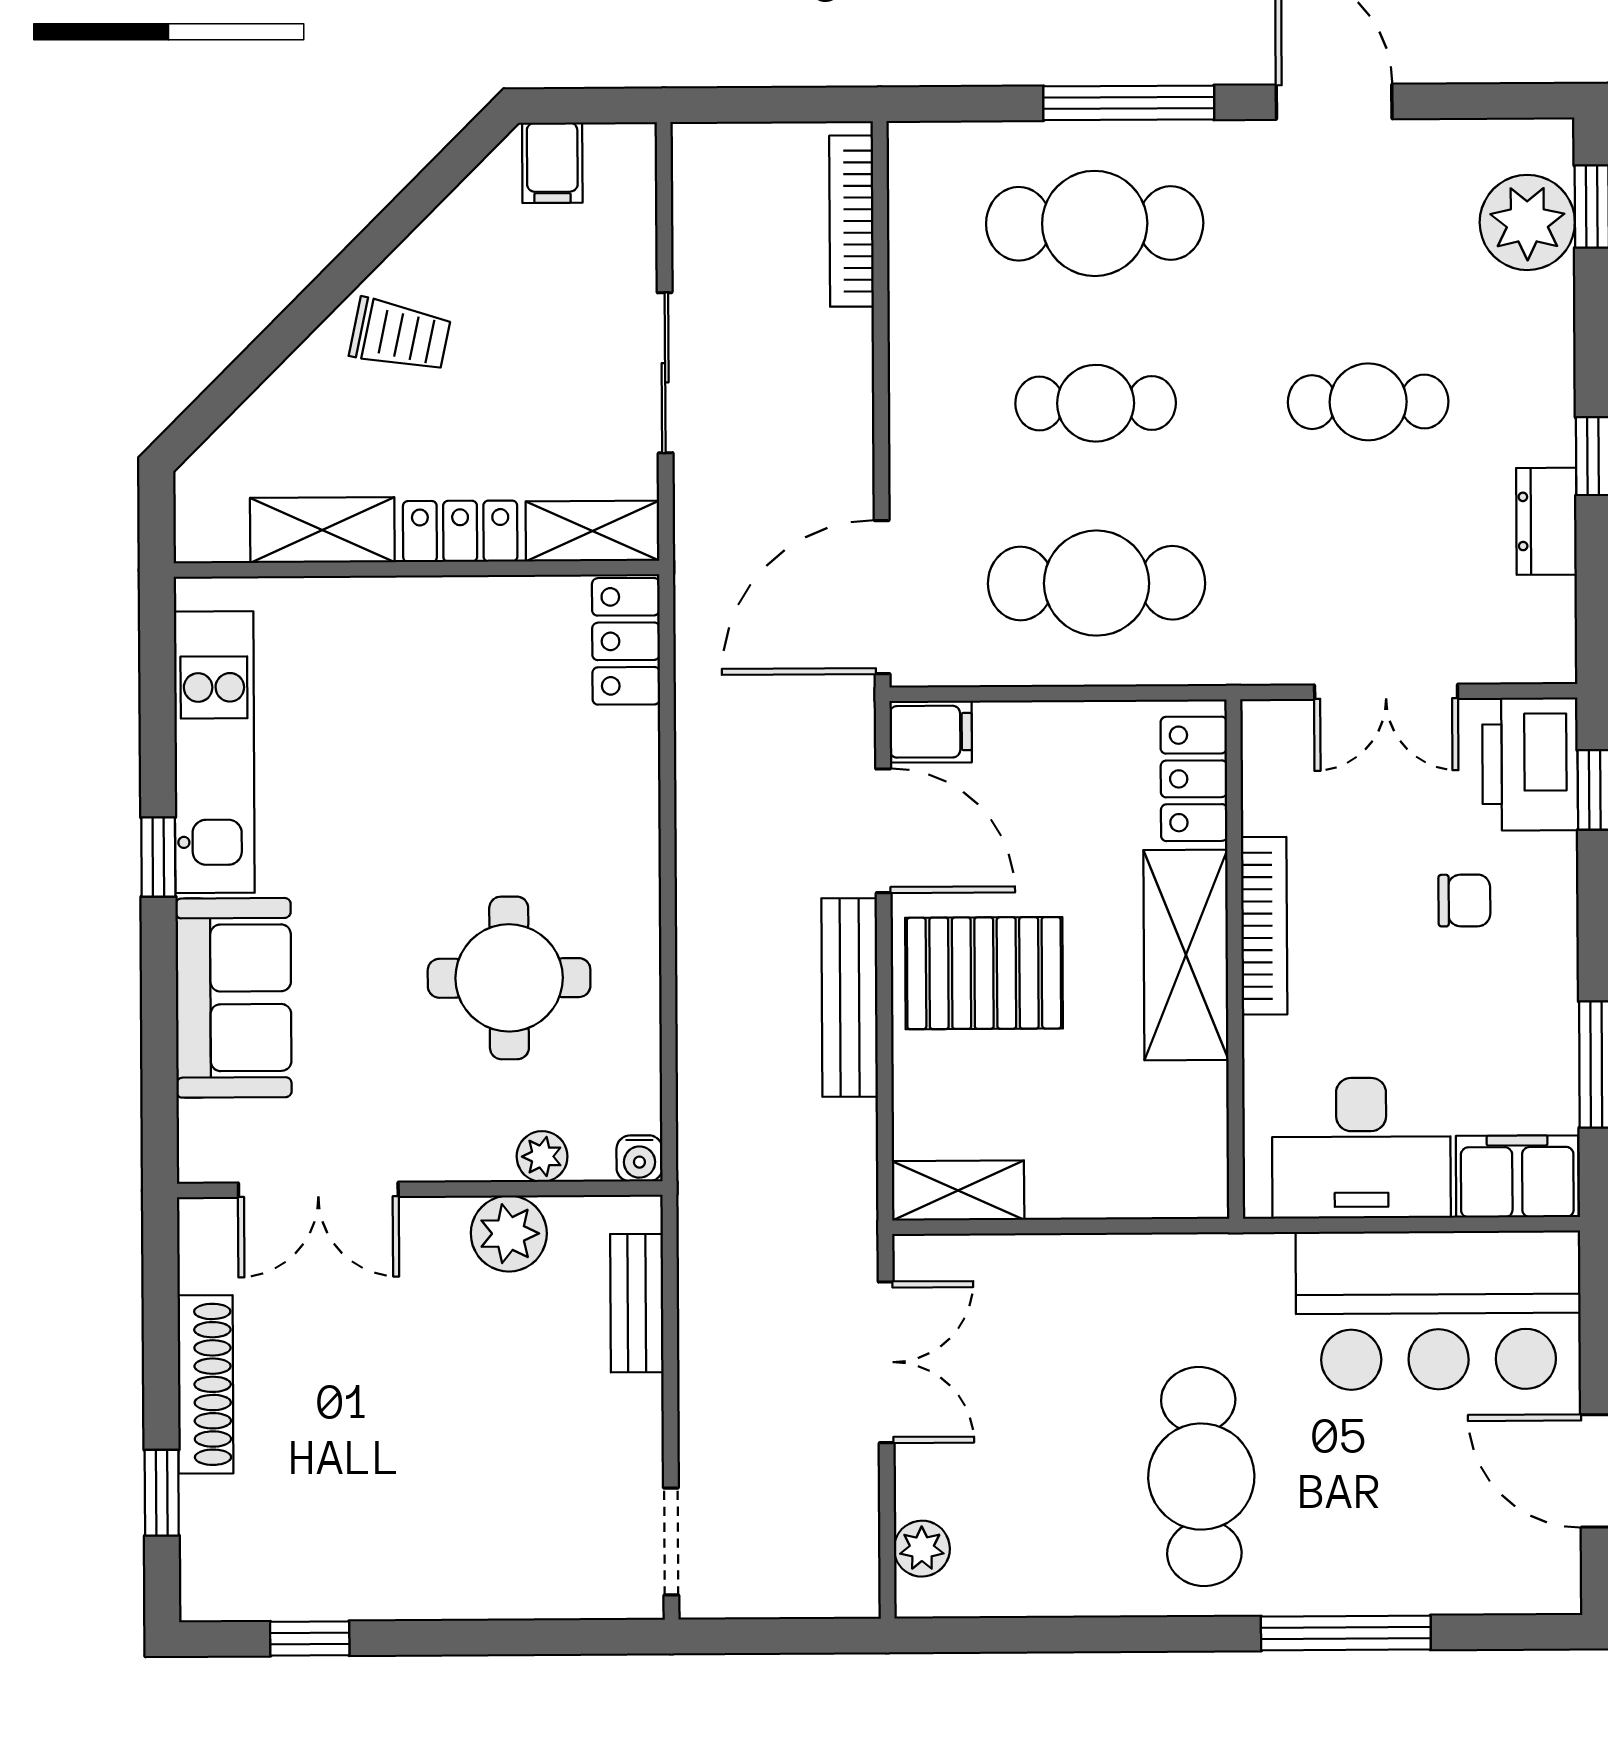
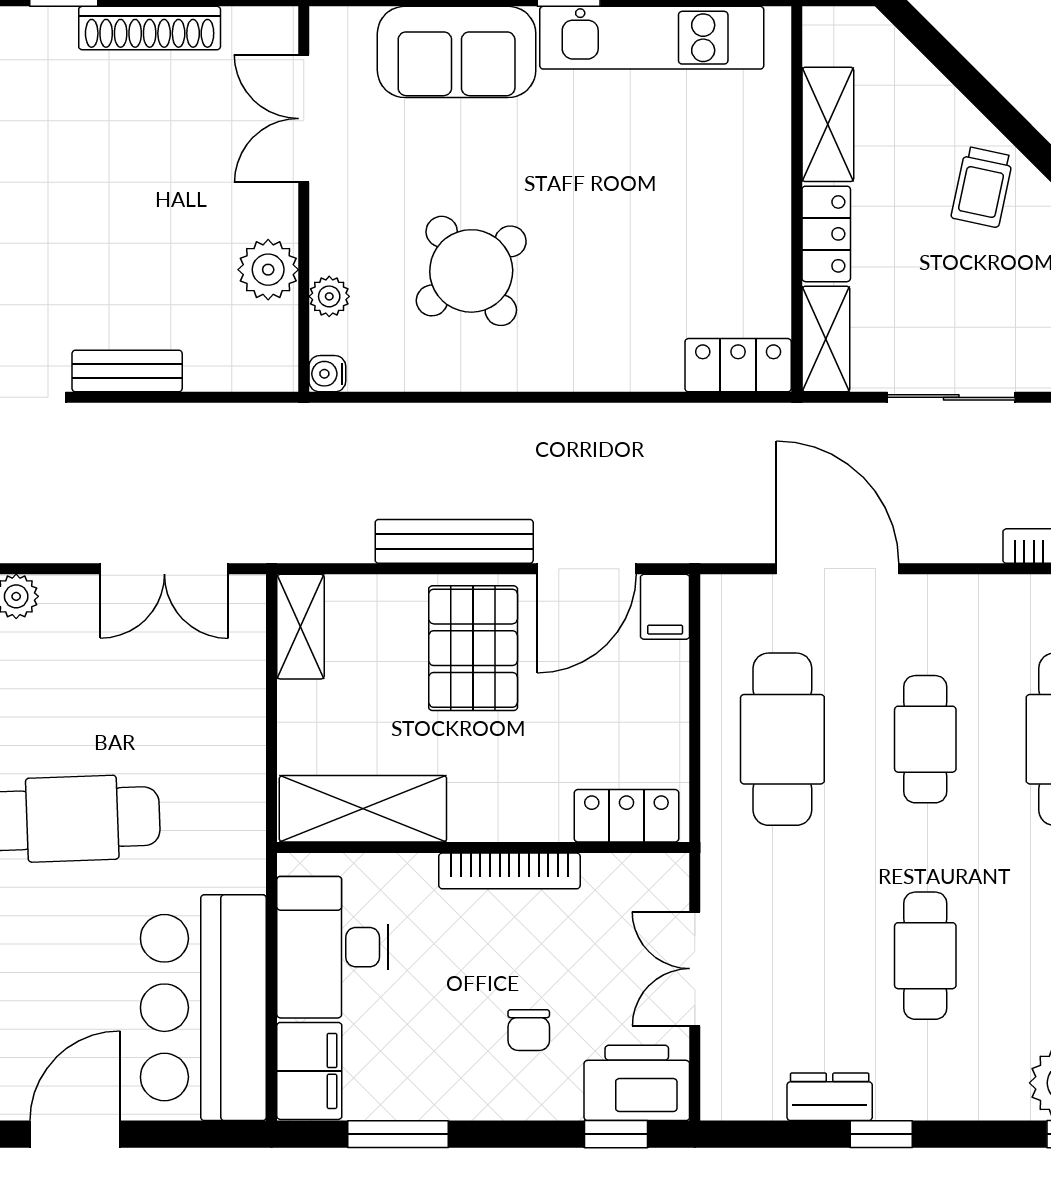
door: (882, 597) -> (838, 569), moved
shelving: (1186, 955) -> (363, 809), moved
round table: (509, 978) -> (471, 271), turned -37
bench: (637, 1303) -> (127, 371), moved

